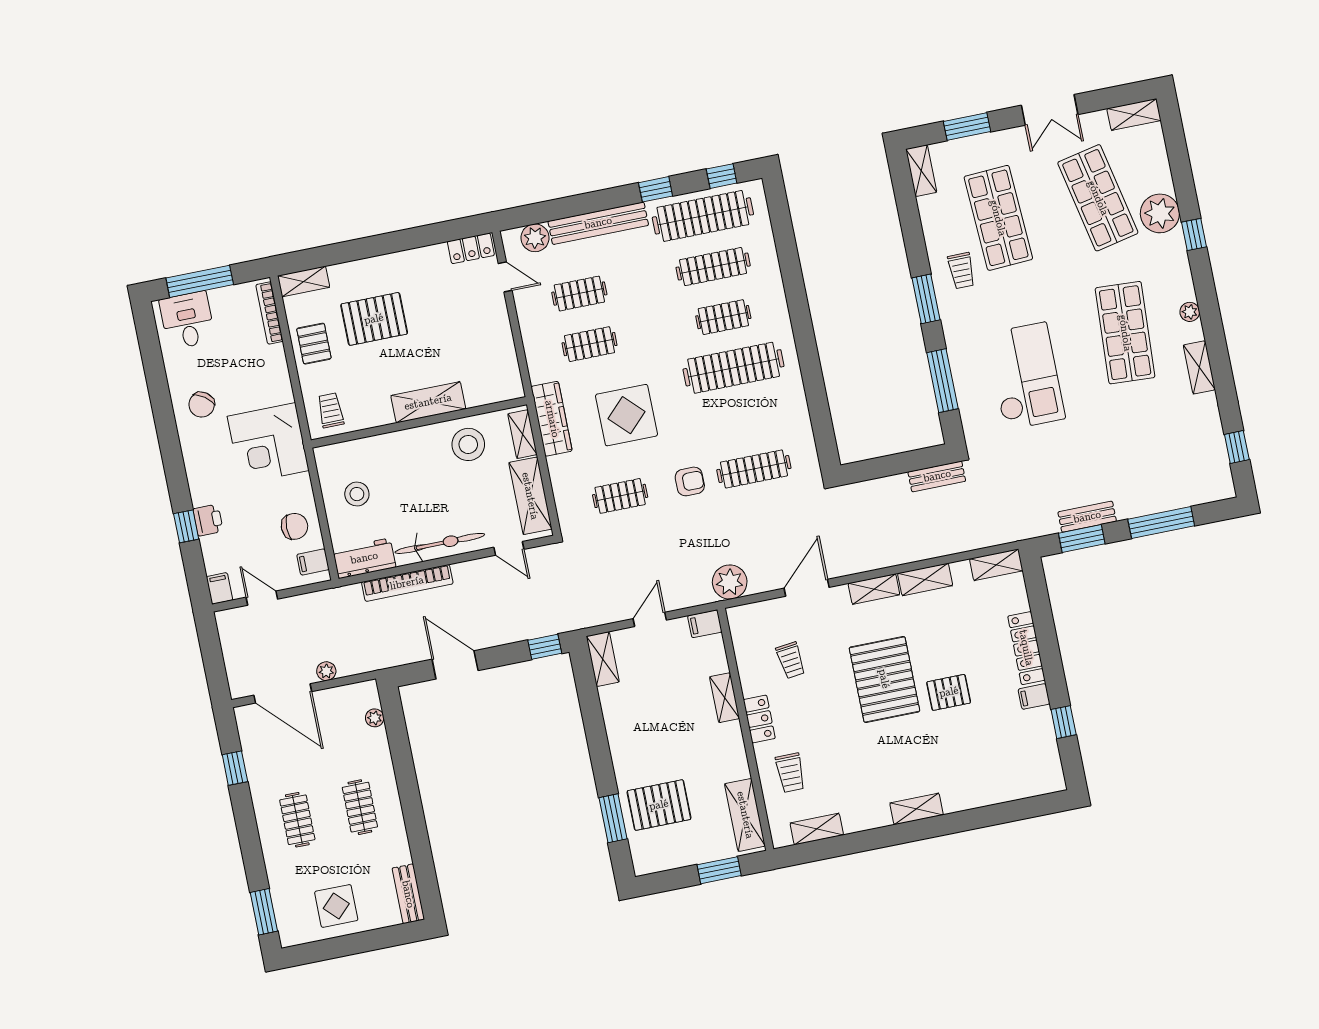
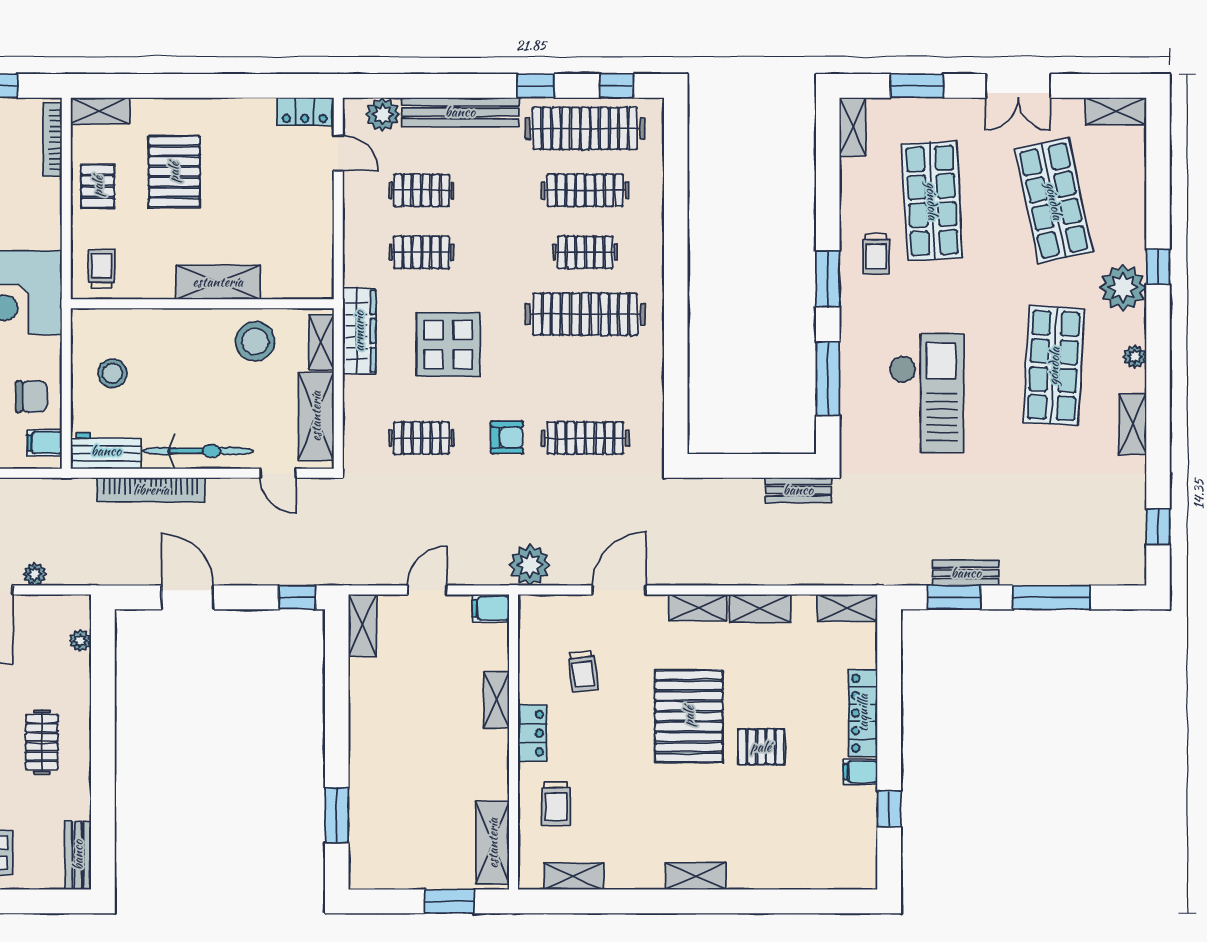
plant: (1160, 213) -> (1123, 288), moved
pallet: (374, 319) -> (174, 172), turned 90
pallet: (659, 805) -> (394, 811), removed

